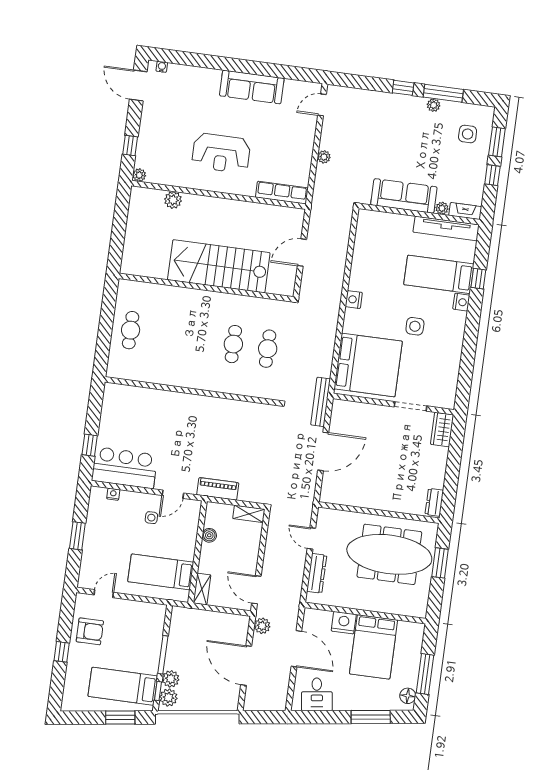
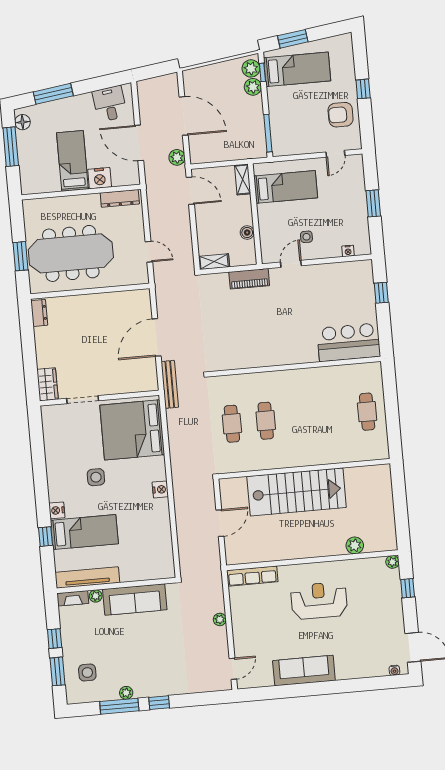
bar counter: (124, 468) -> (349, 342), moved, turned 180
dresser: (317, 573) -> (120, 198), moved, turned -90
bed: (374, 647) -> (72, 161), width x0.67
window: (163, 655) -> (268, 133), moved

